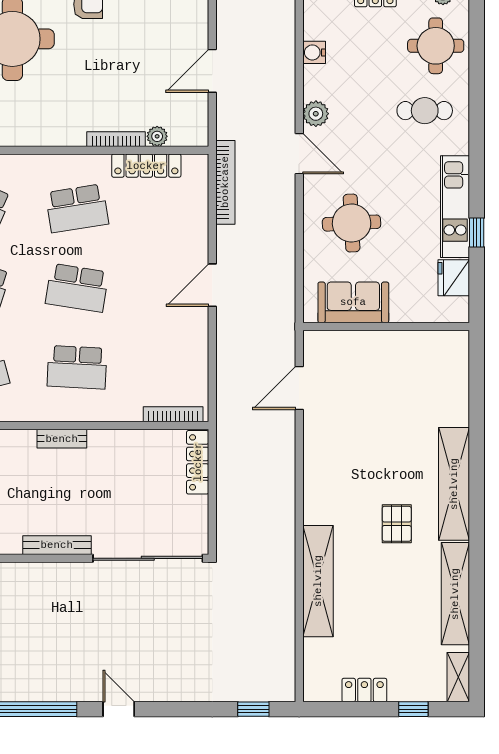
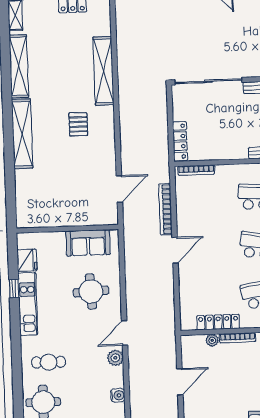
door: (299, 154) -> (125, 333), hinge flipped
bookcase: (225, 182) -> (165, 209), moved
pallet: (397, 524) -> (78, 124), moved

